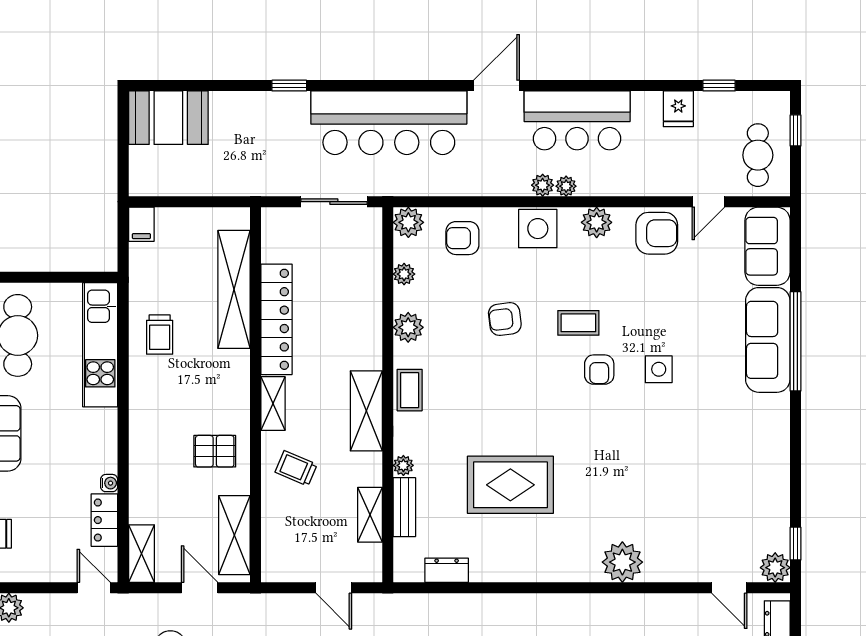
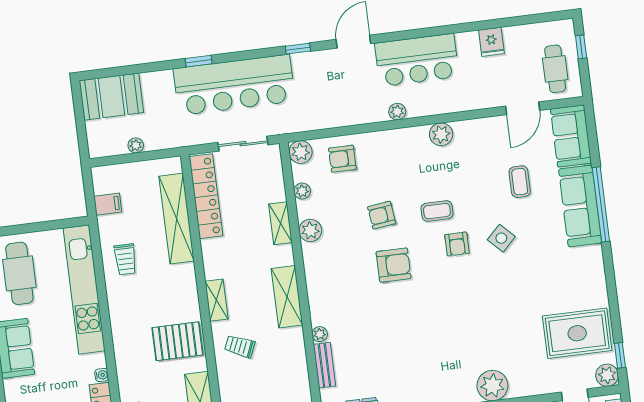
window: (719, 86) -> (298, 49), moved
bar counter: (389, 123) -> (234, 85), moved
plant: (566, 186) -> (136, 145), moved
door: (708, 202) -> (523, 108), width x1.38
filing cabinet: (141, 224) -> (108, 204), moved, turned -90
side table: (538, 229) -> (398, 144), removed
armchair: (657, 233) -> (394, 265), moved
locker: (276, 319) -> (206, 196), moved
kitchen unit: (100, 345) -> (84, 289), width x1.36
side table: (659, 369) -> (501, 238), turned 45
coffee table: (410, 390) -> (520, 182), moved
pallet: (215, 451) -> (177, 341), width x1.50, depth x1.42
rug: (510, 485) -> (577, 333), moved
shelving: (370, 515) -> (280, 223), moved

